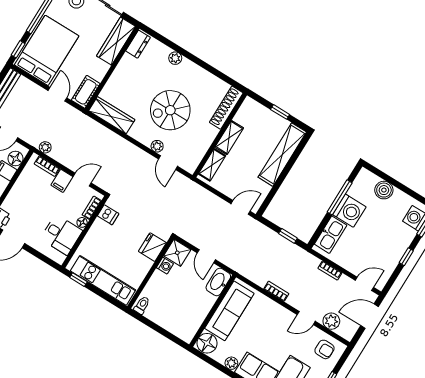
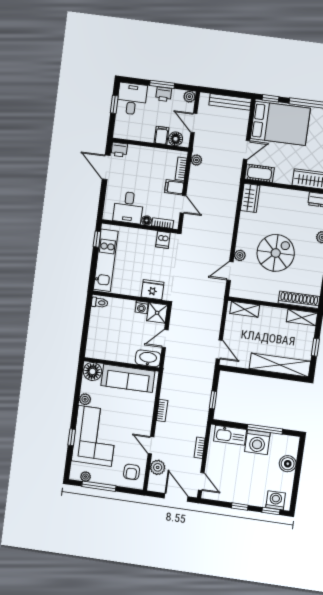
spiral stairs: (170, 110) -> (276, 253), turned 90
wardrobe: (112, 115) -> (250, 198), width x0.67
shelving: (229, 138) -> (302, 317), moved

